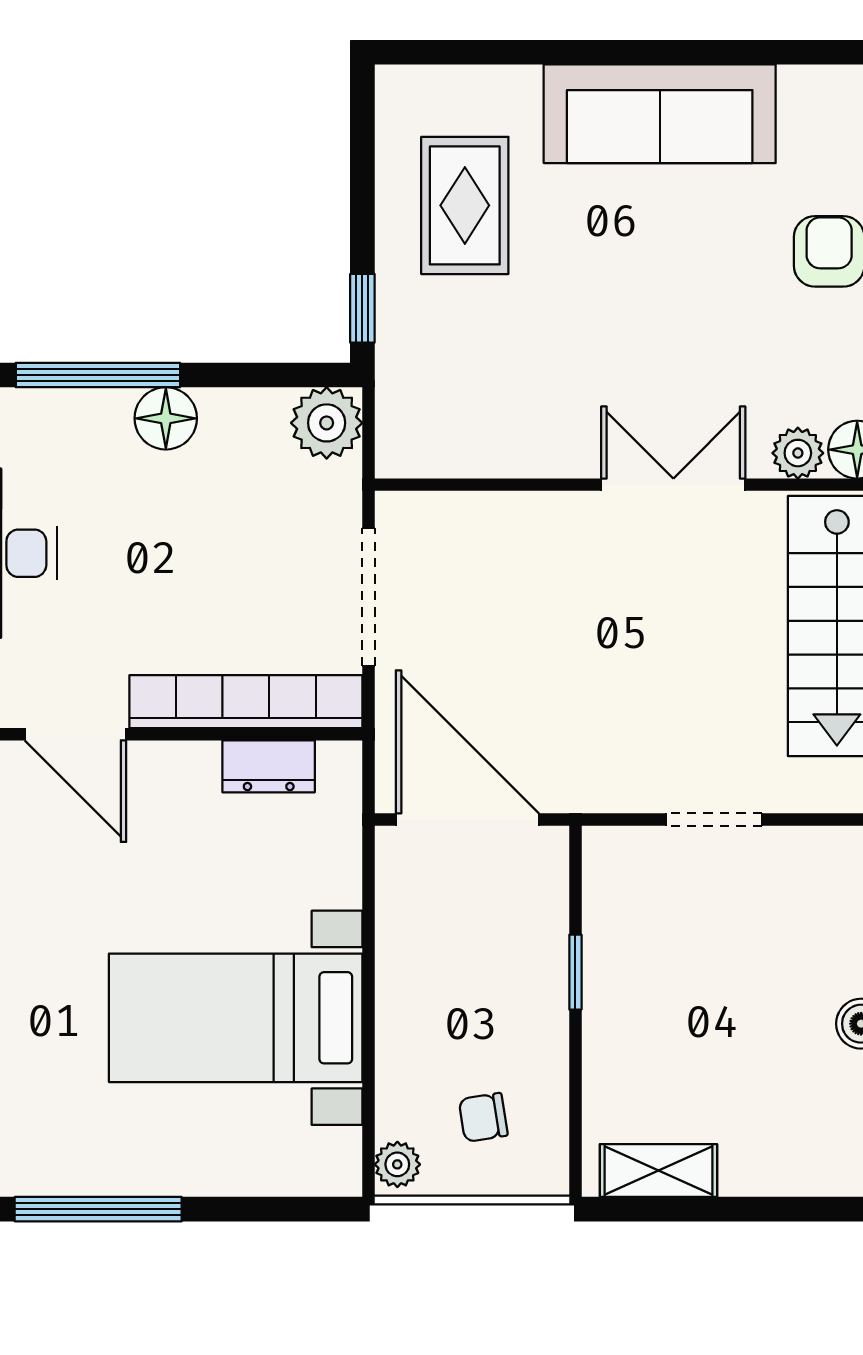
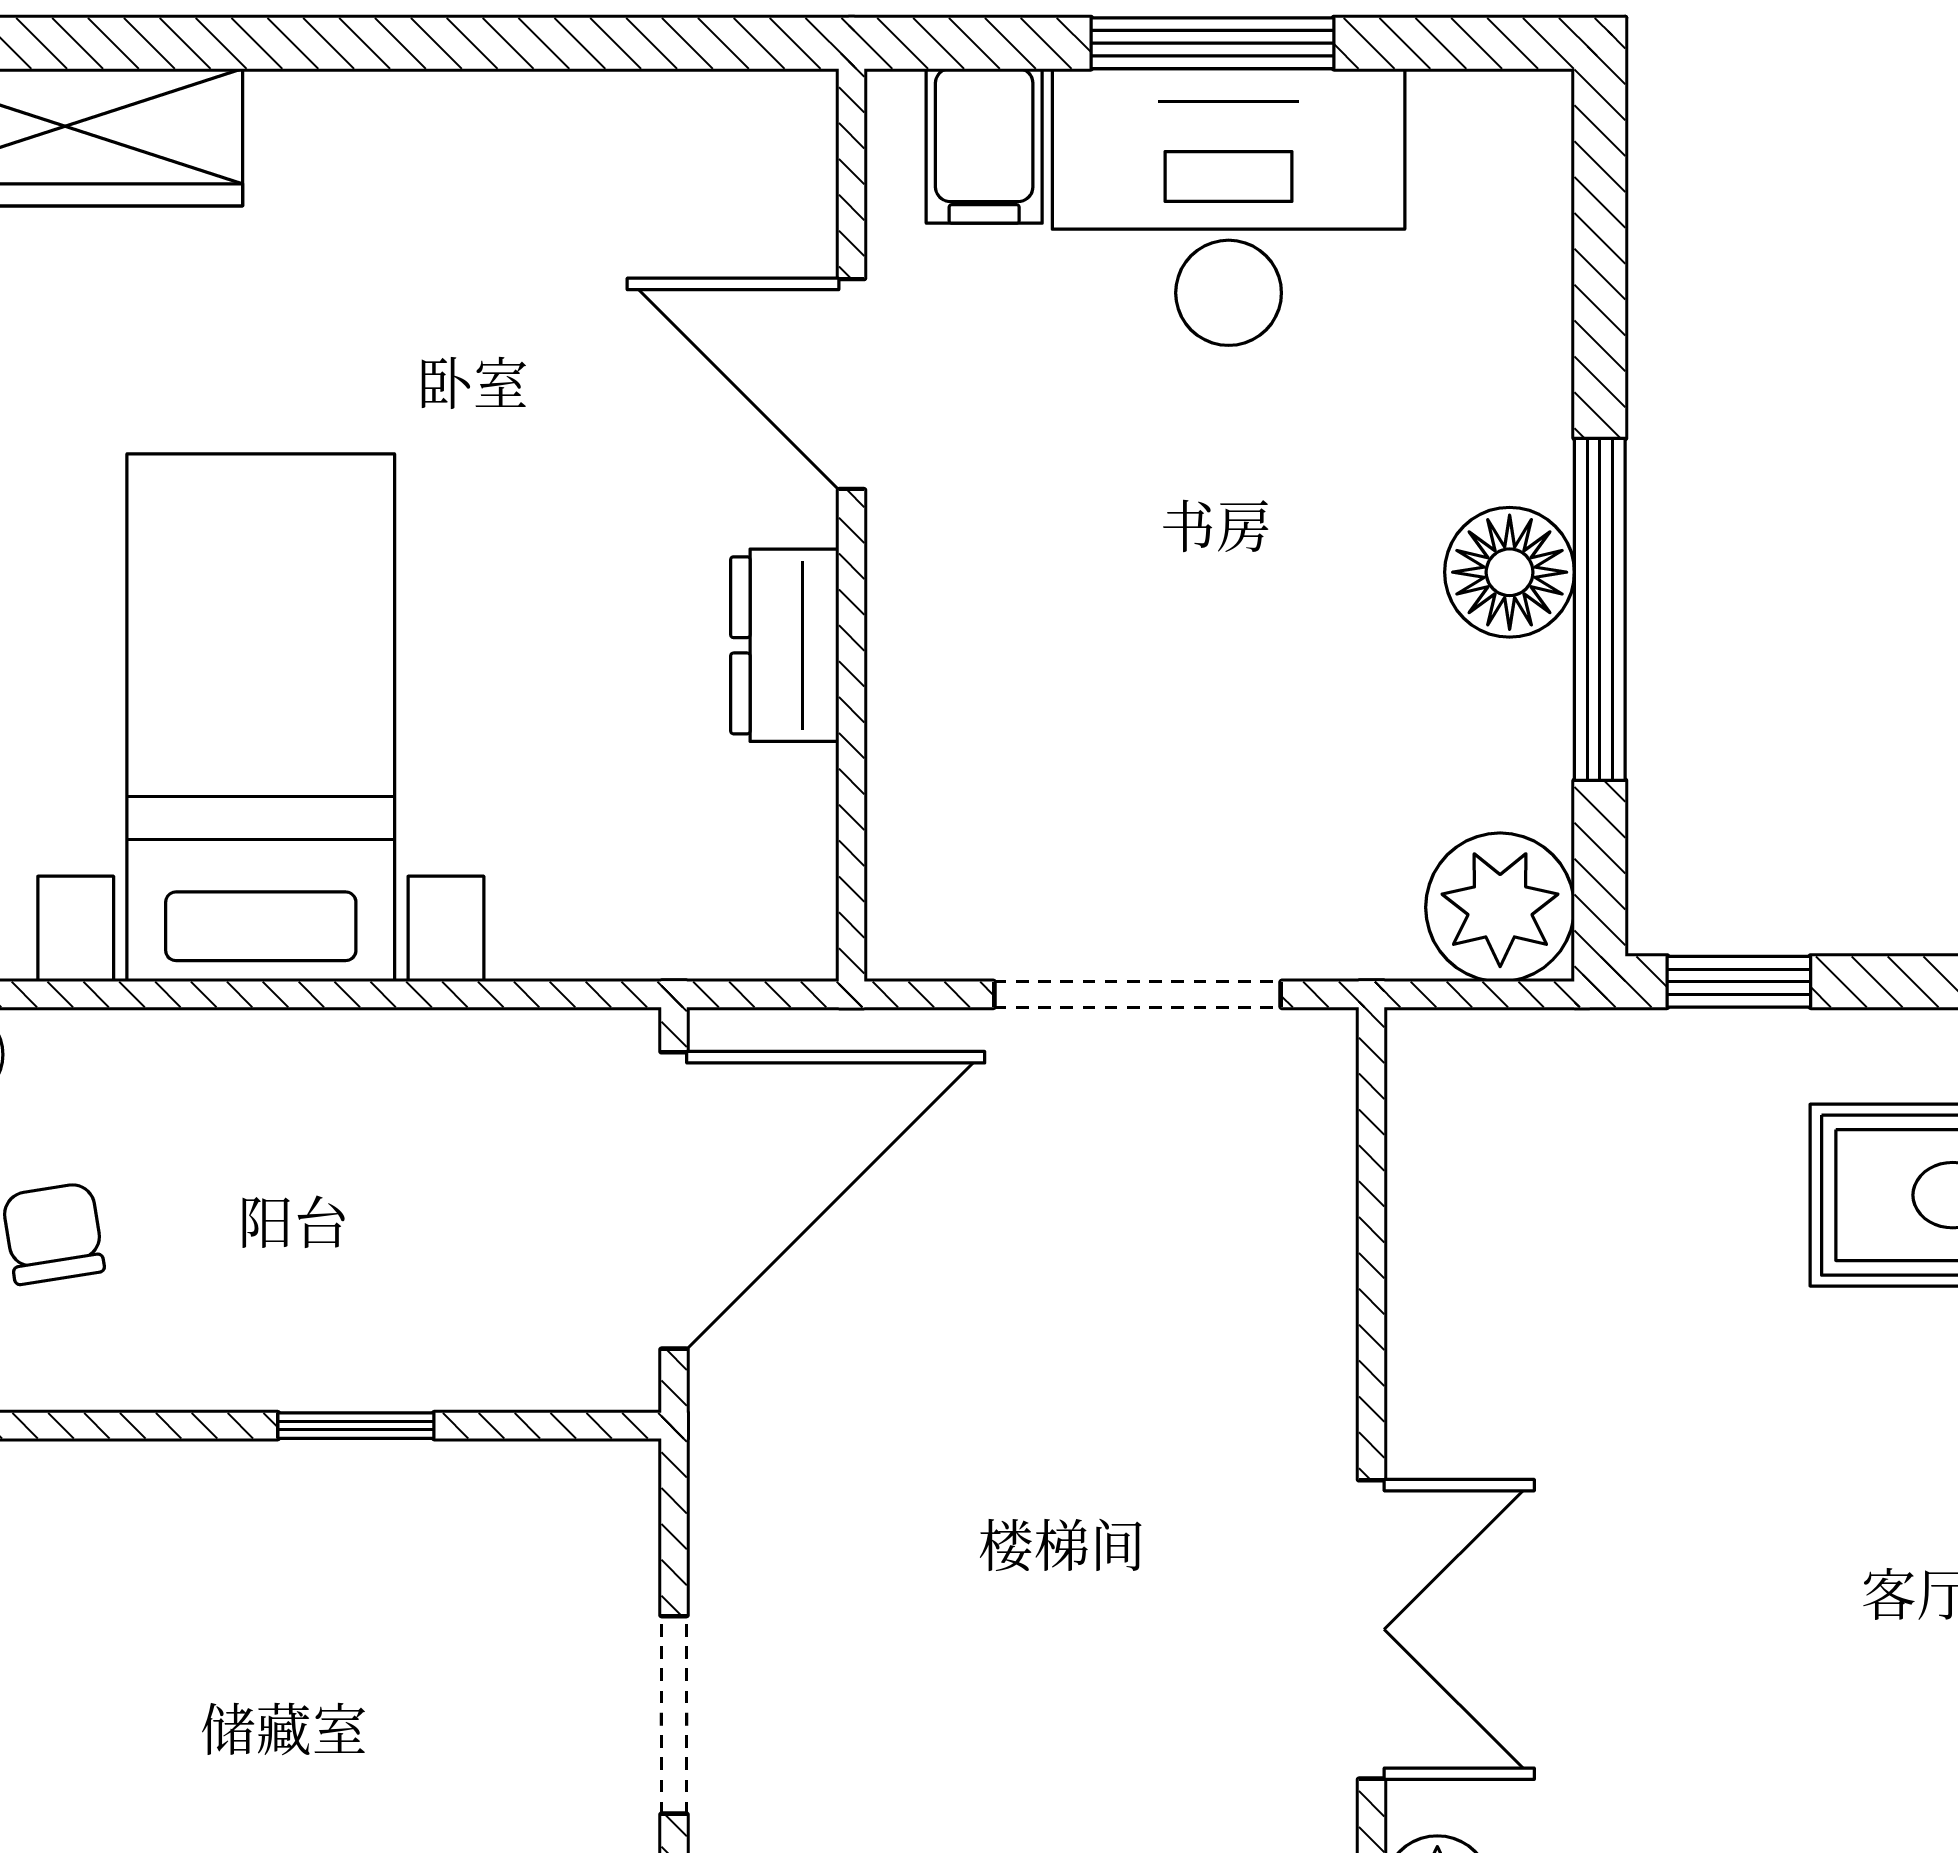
window: (98, 375) -> (1600, 609), moved
bookcase: (246, 702) -> (919, 739), removed
door: (75, 734) -> (852, 384), hinge flipped
dresser: (269, 766) -> (785, 645), moved

